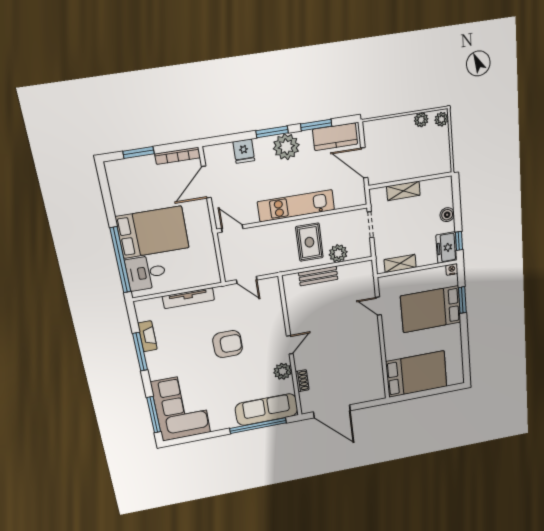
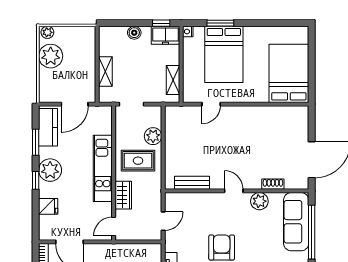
plant: (421, 120) -> (51, 56), width x1.88, depth x1.88
window: (272, 132) -> (36, 180), width x0.67
wardrobe: (269, 233) -> (123, 195), added
bench: (318, 276) -> (192, 183), moved, turned 90

